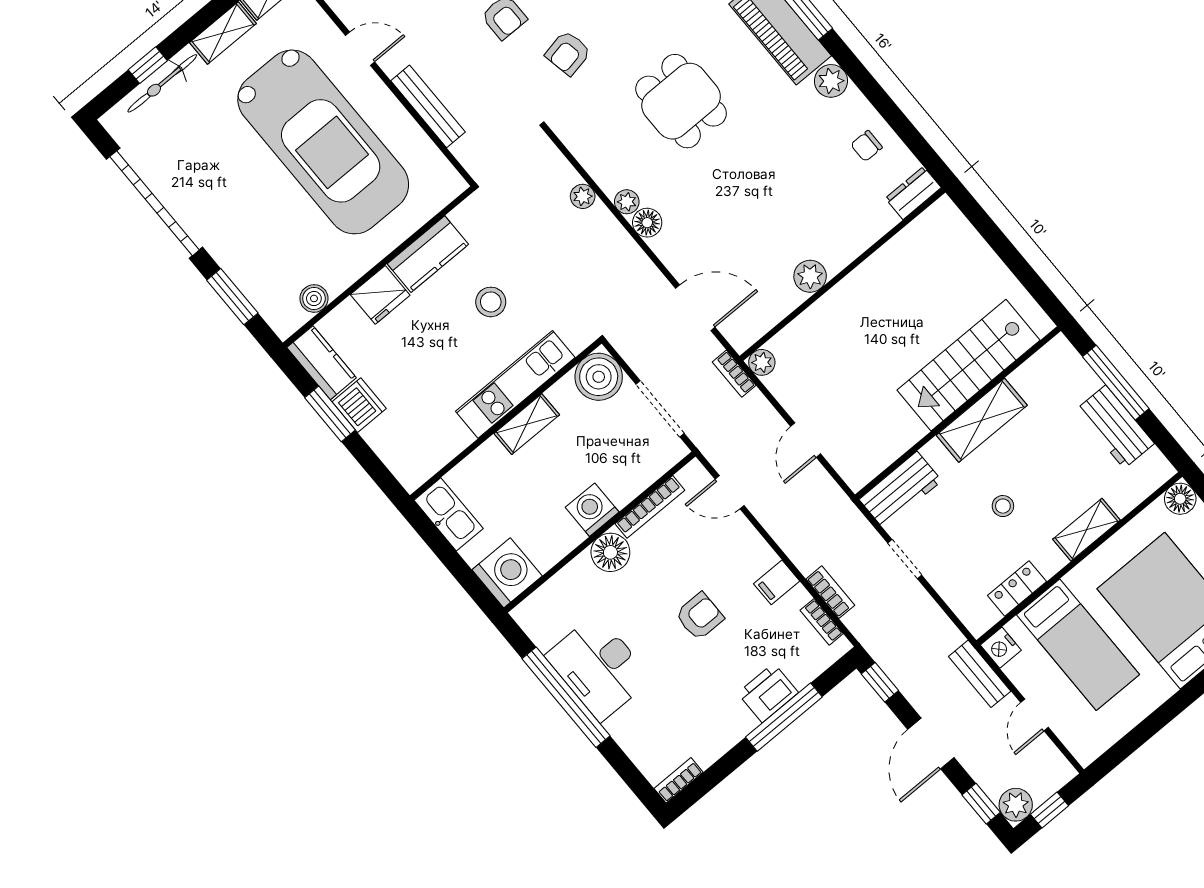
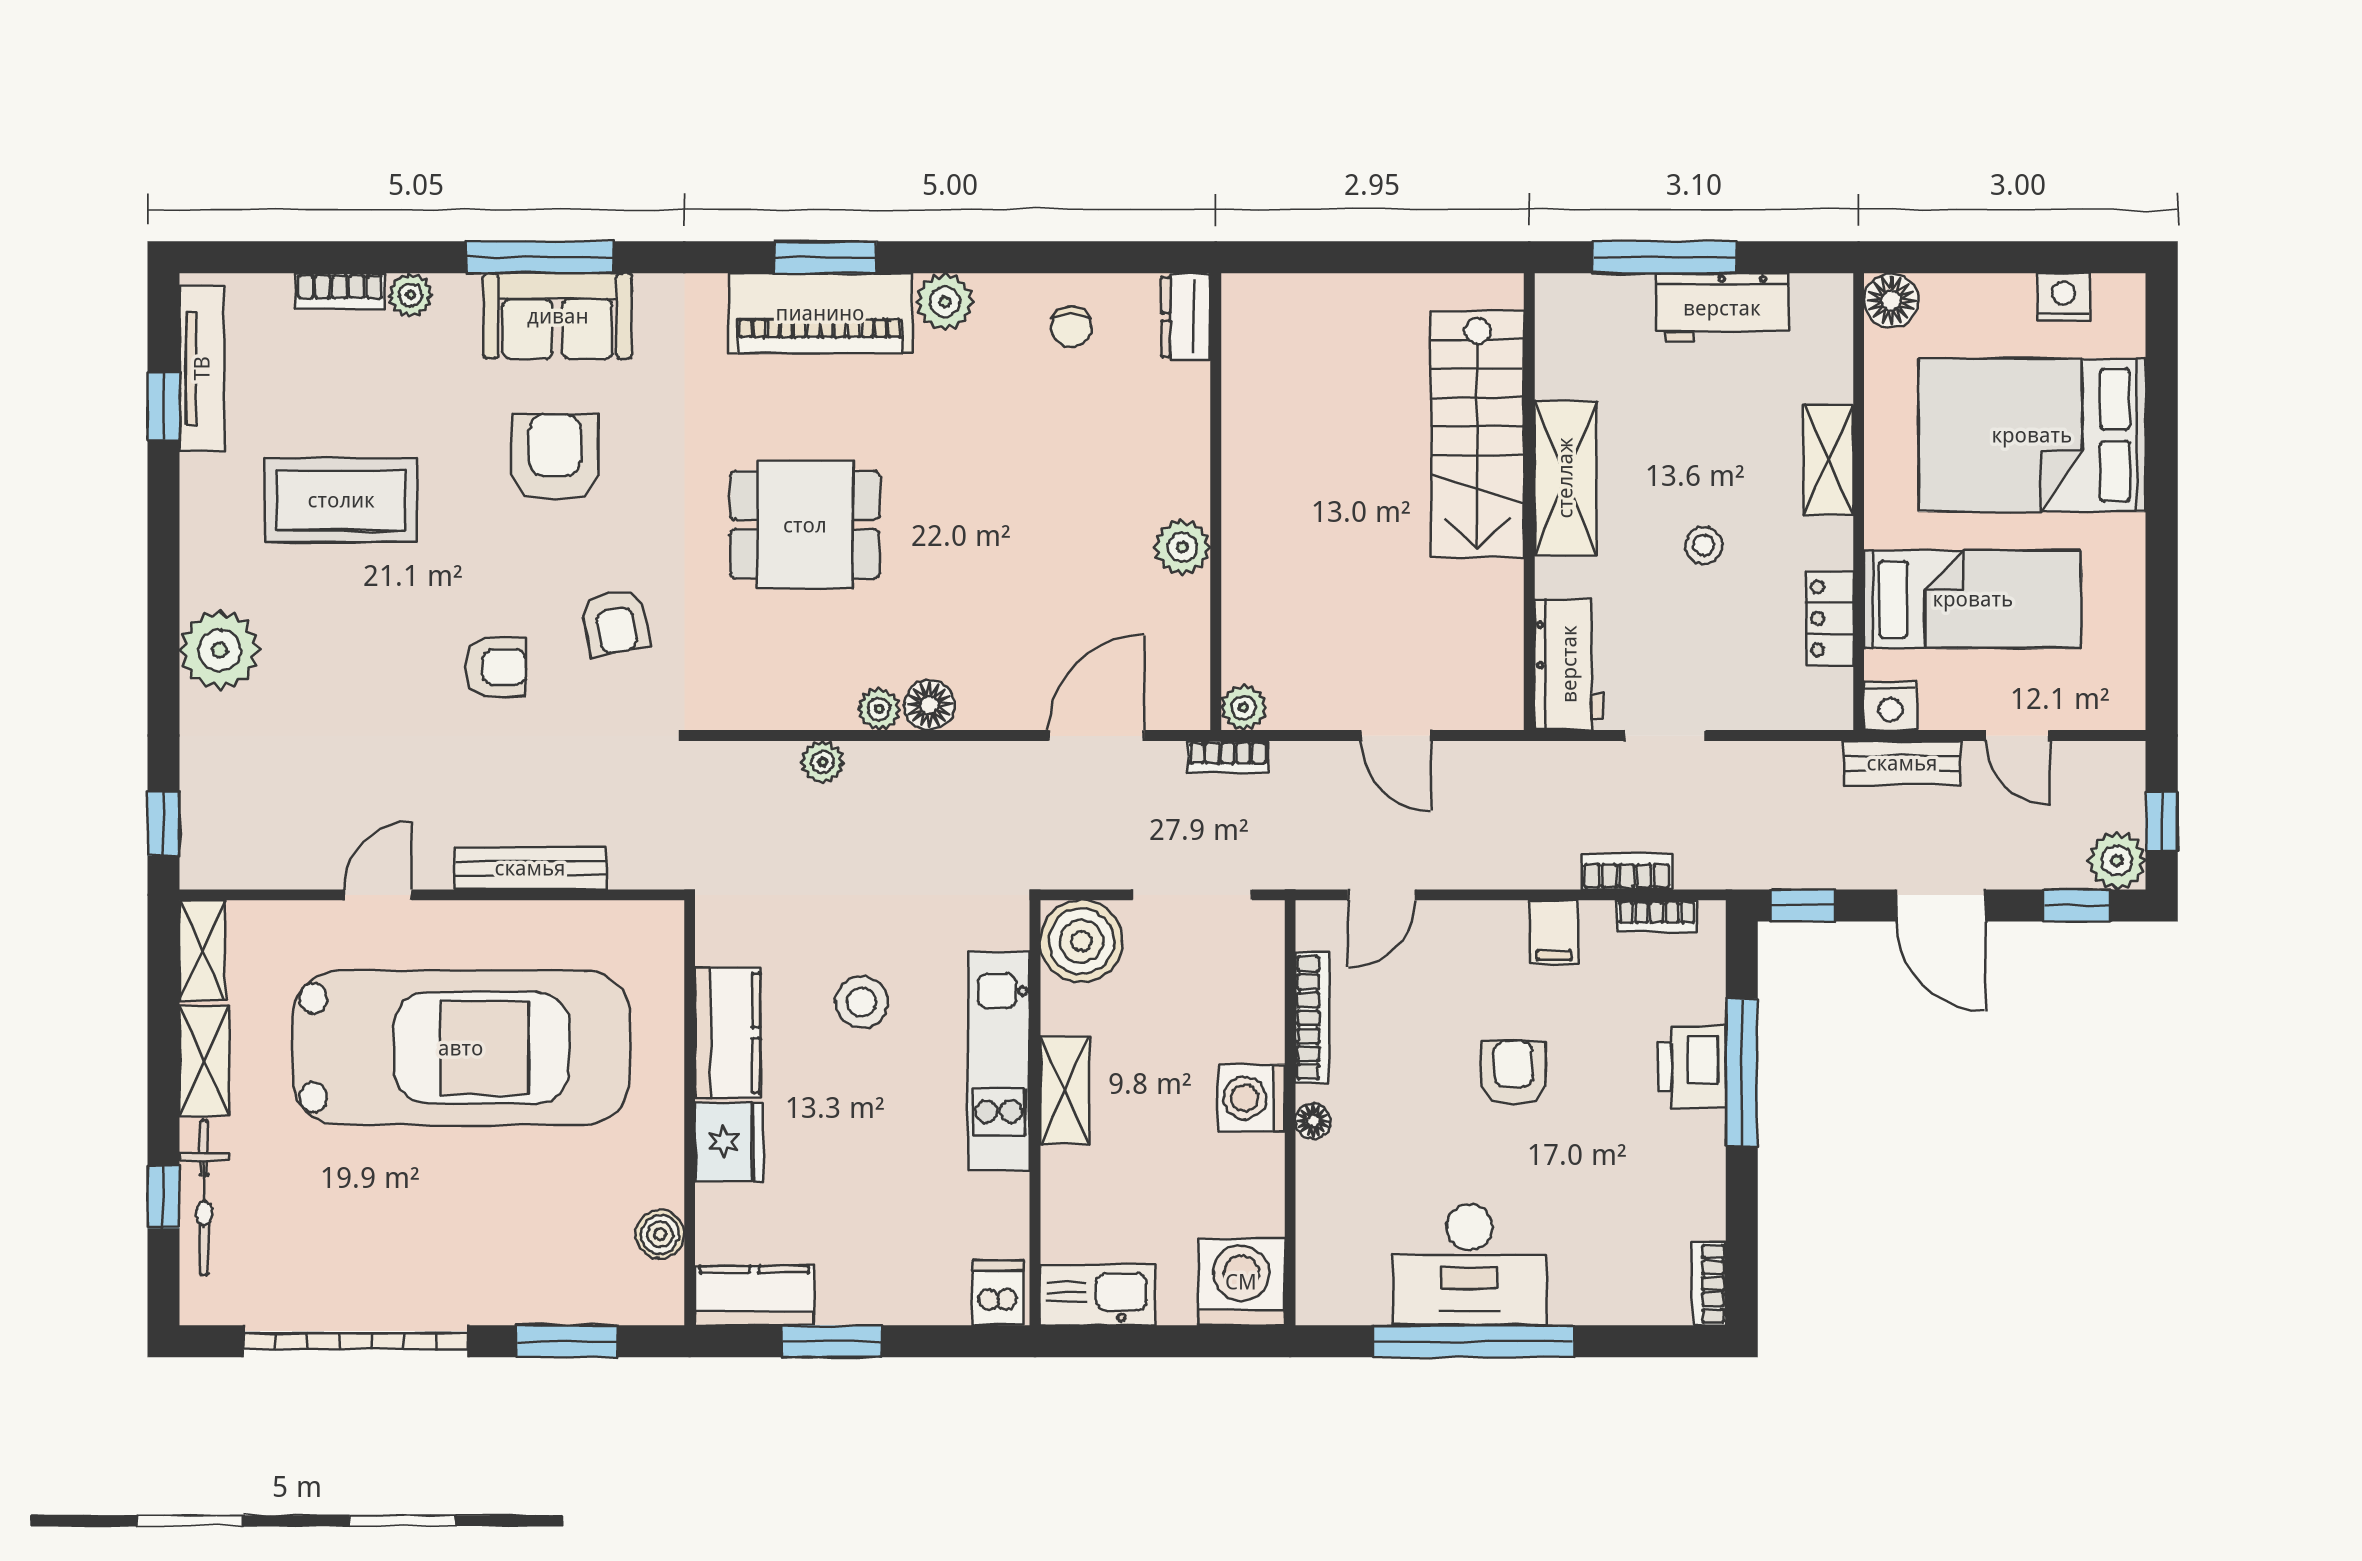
dishwasher: (359, 405) -> (998, 1293), moved, width x0.73
floor lamp: (610, 552) -> (1313, 1121), width x0.53, depth x0.53

